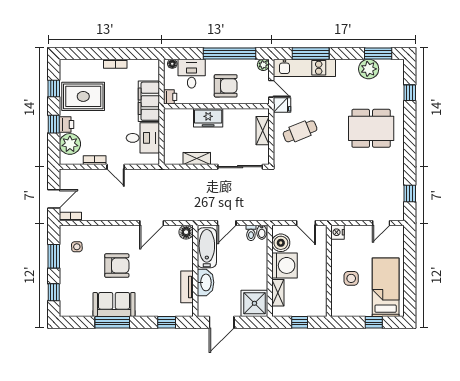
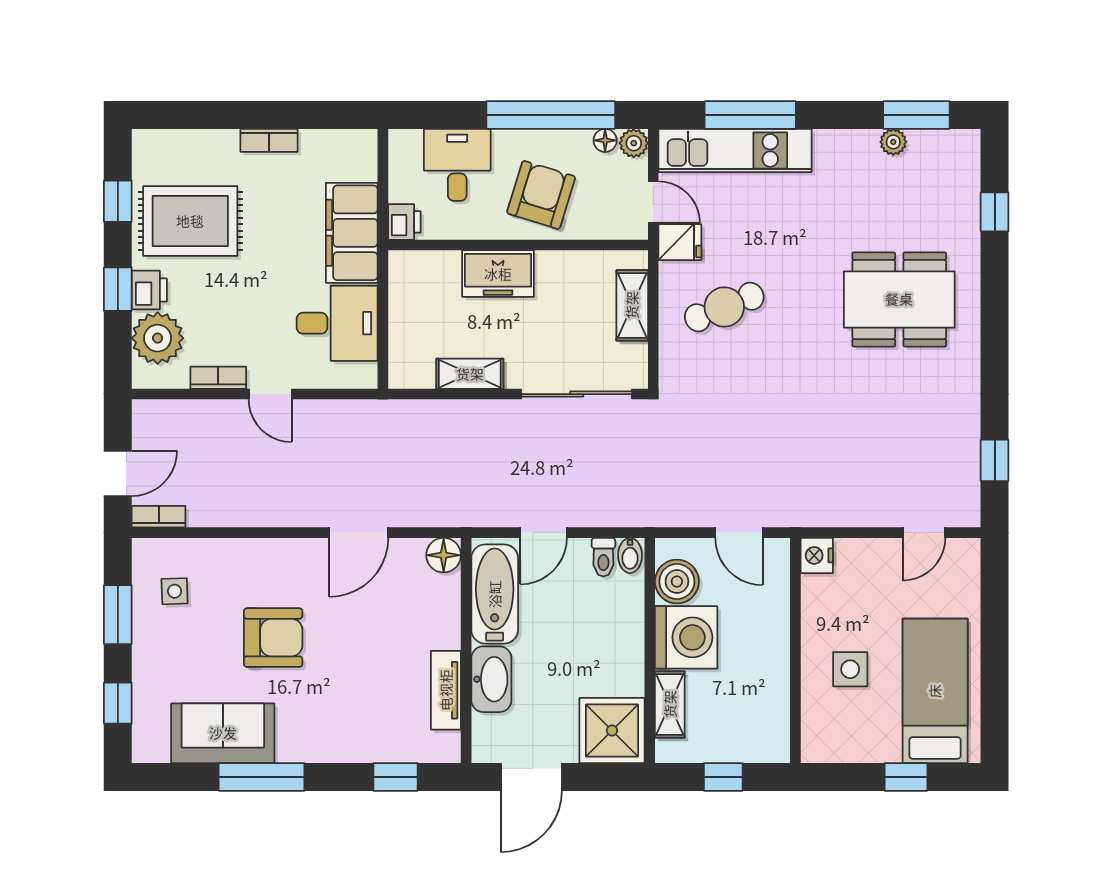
floor lamp: (172, 64) -> (605, 140), moved
plant: (369, 69) -> (893, 142), width x0.53, depth x0.53
armchair: (226, 86) -> (541, 195), turned -73
sofa: (114, 304) -> (223, 733), moved

